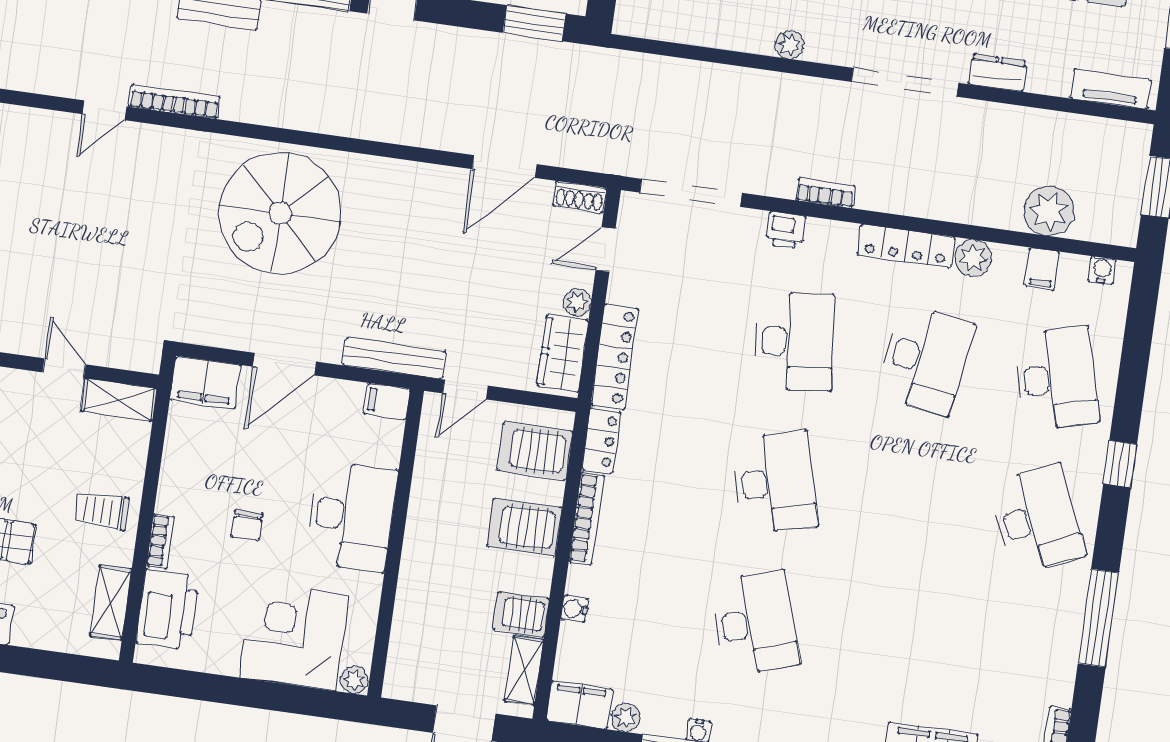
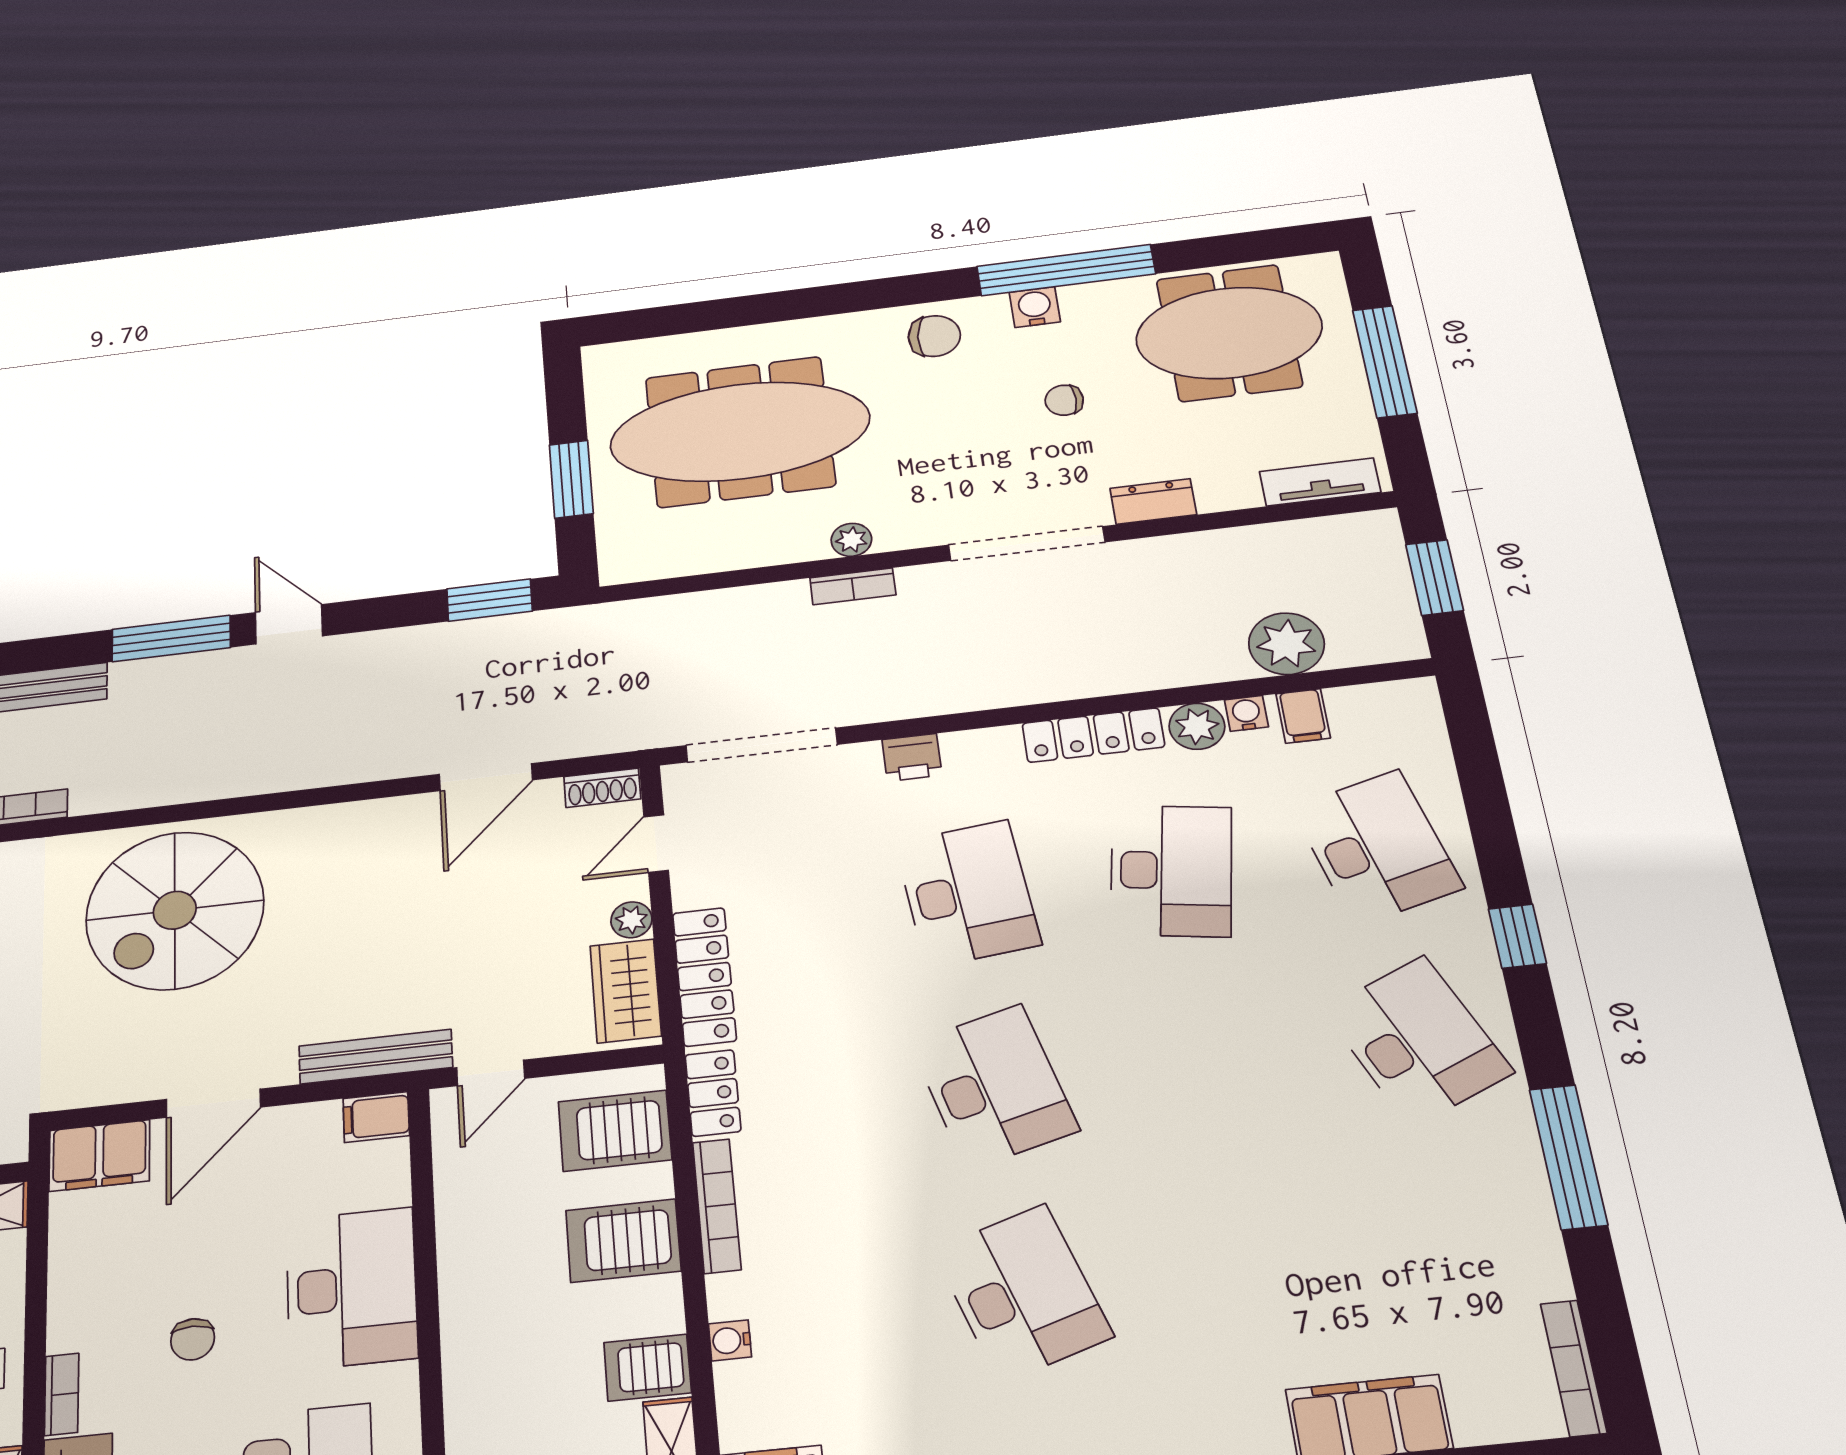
bookcase: (825, 193) -> (853, 586), moved, turned 180
water cooler: (1102, 270) -> (1246, 713), moved

